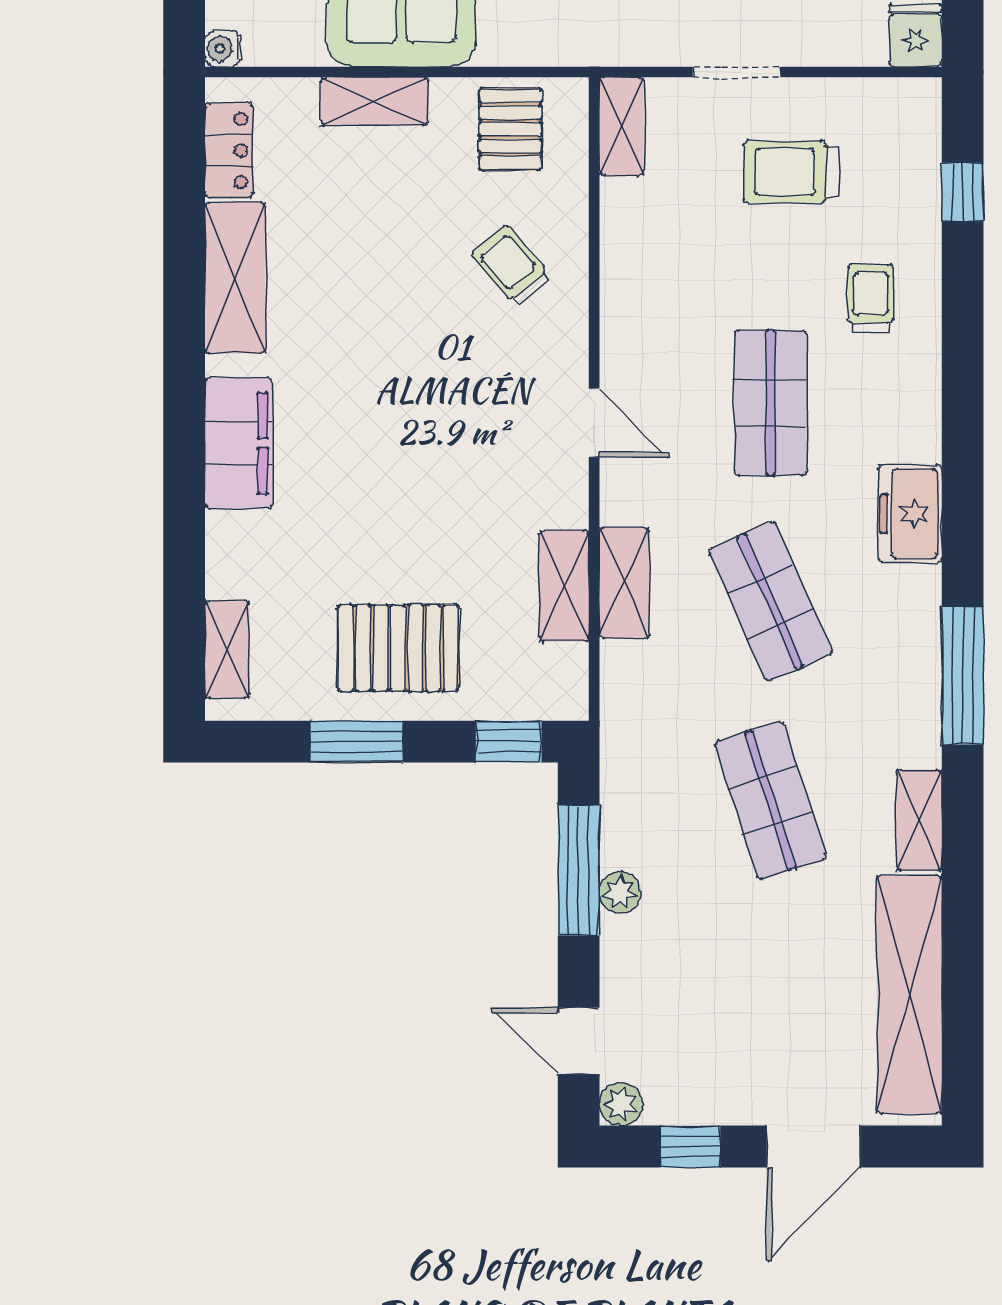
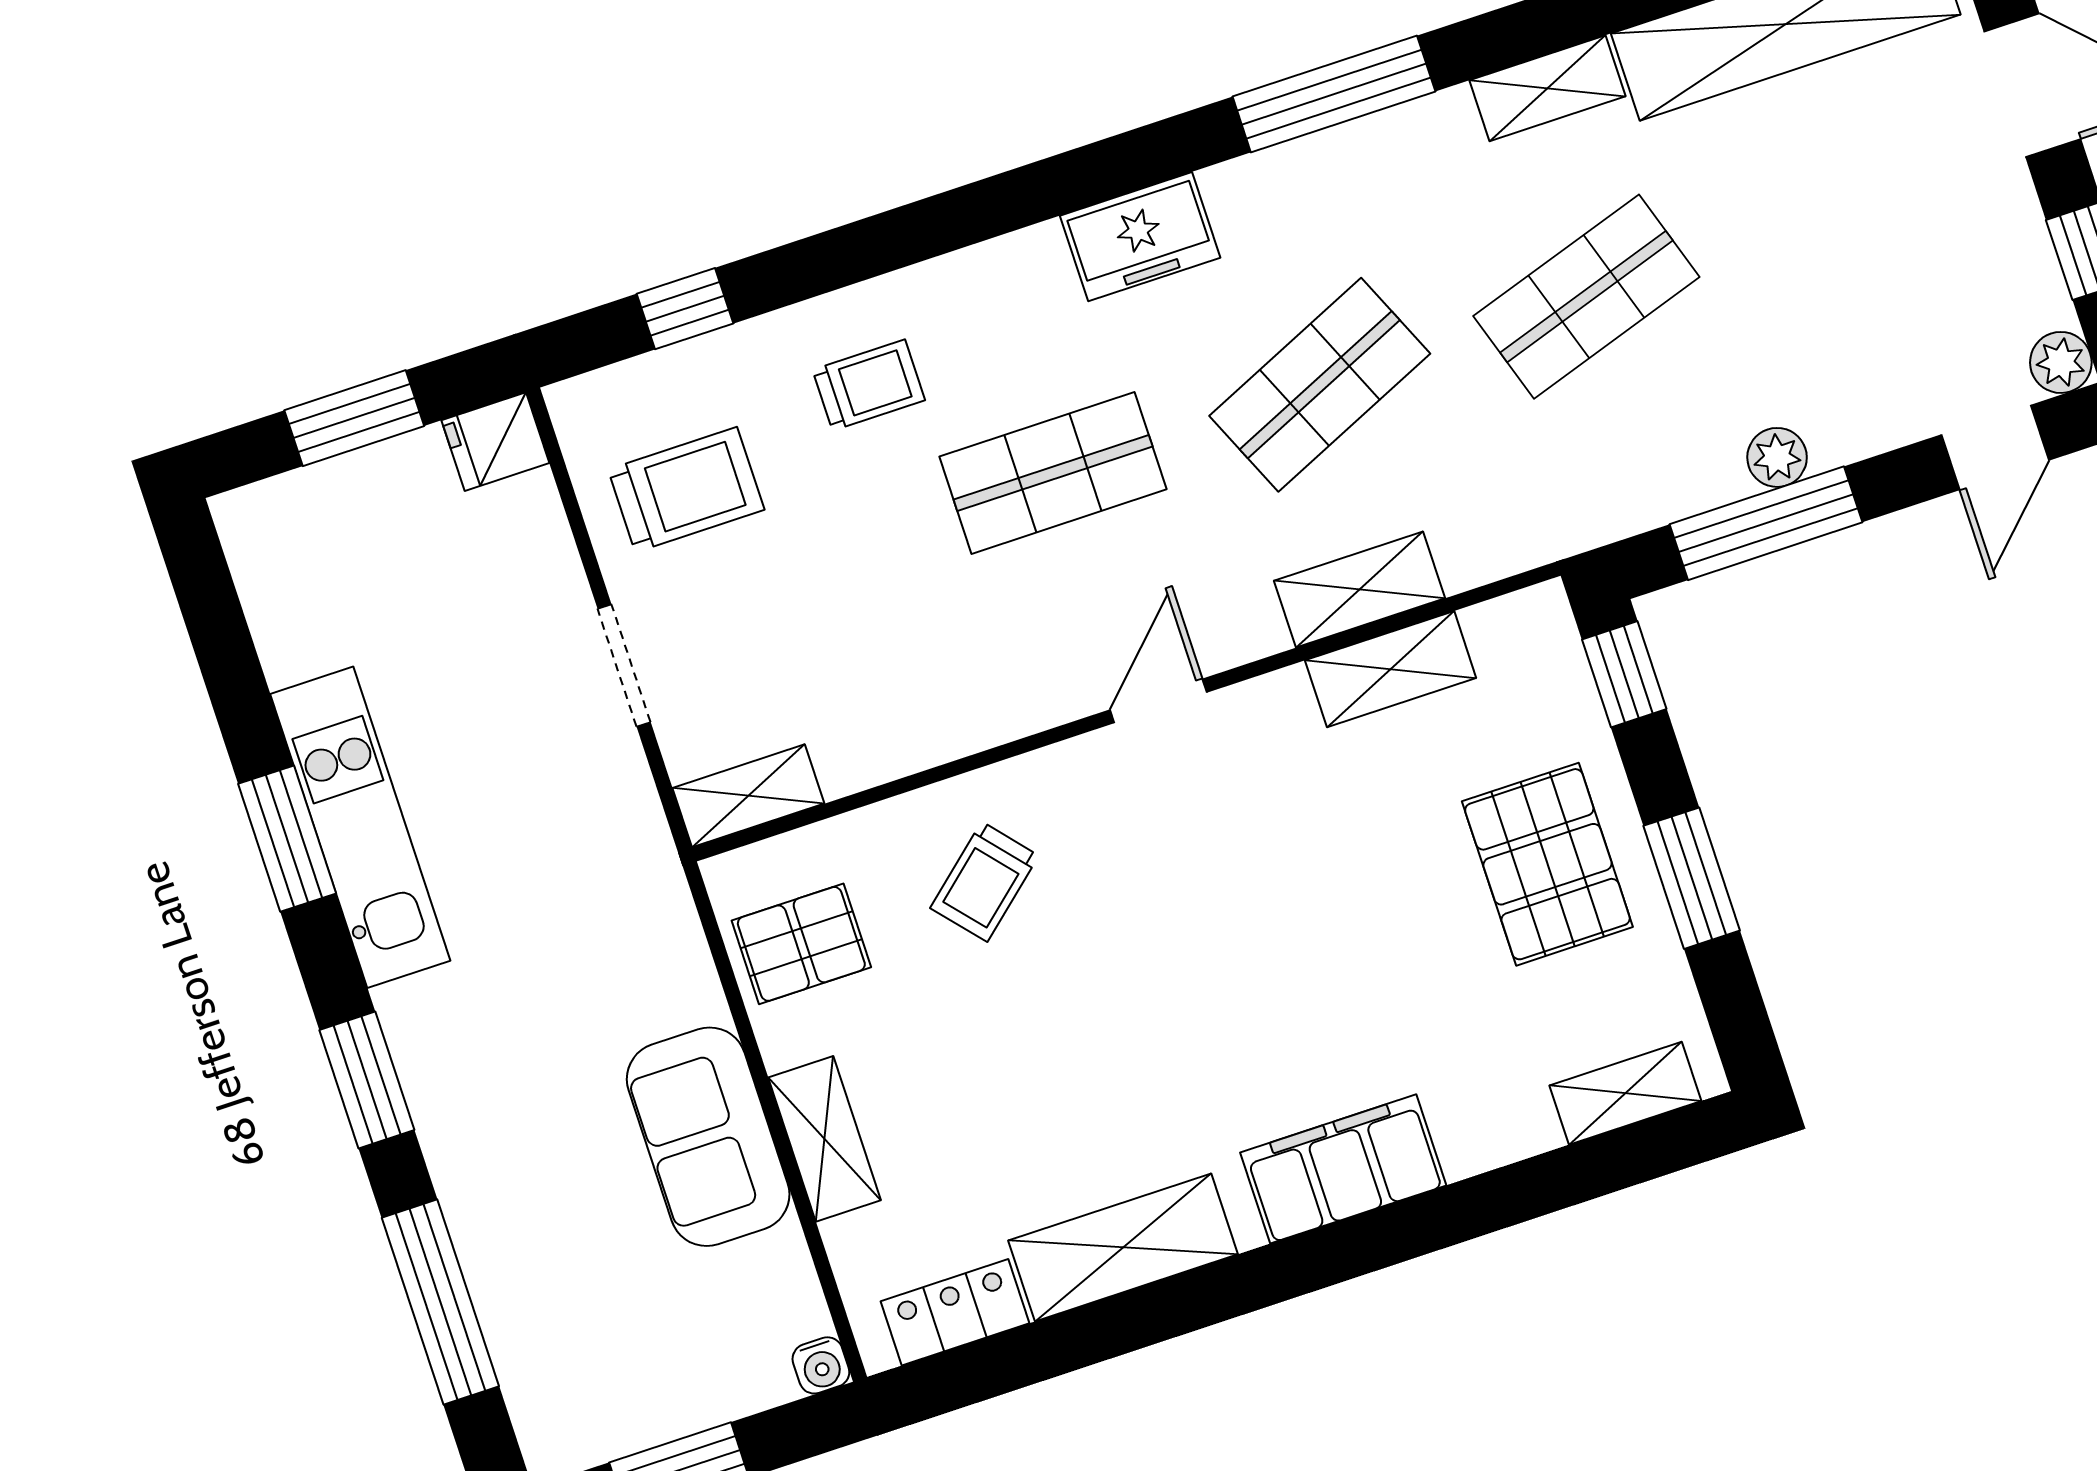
trolley: (791, 172) -> (686, 490), moved, turned -90
trolley: (871, 299) -> (869, 385), turned 180

